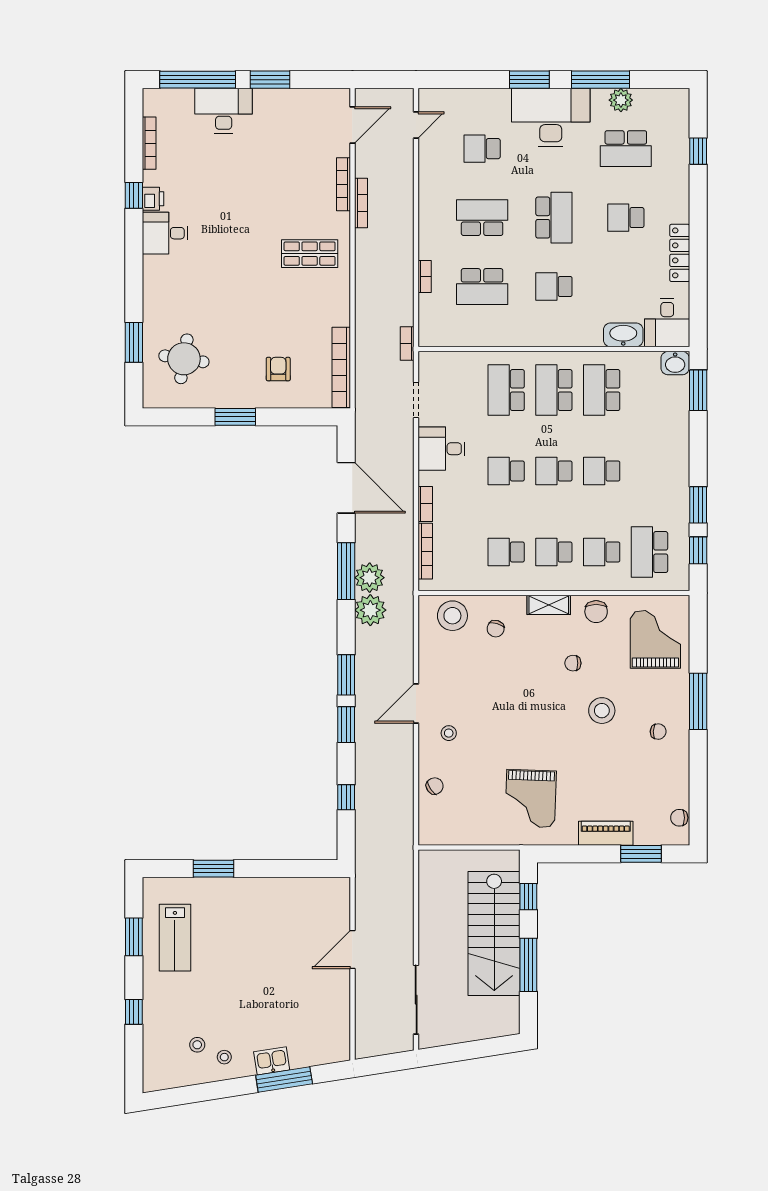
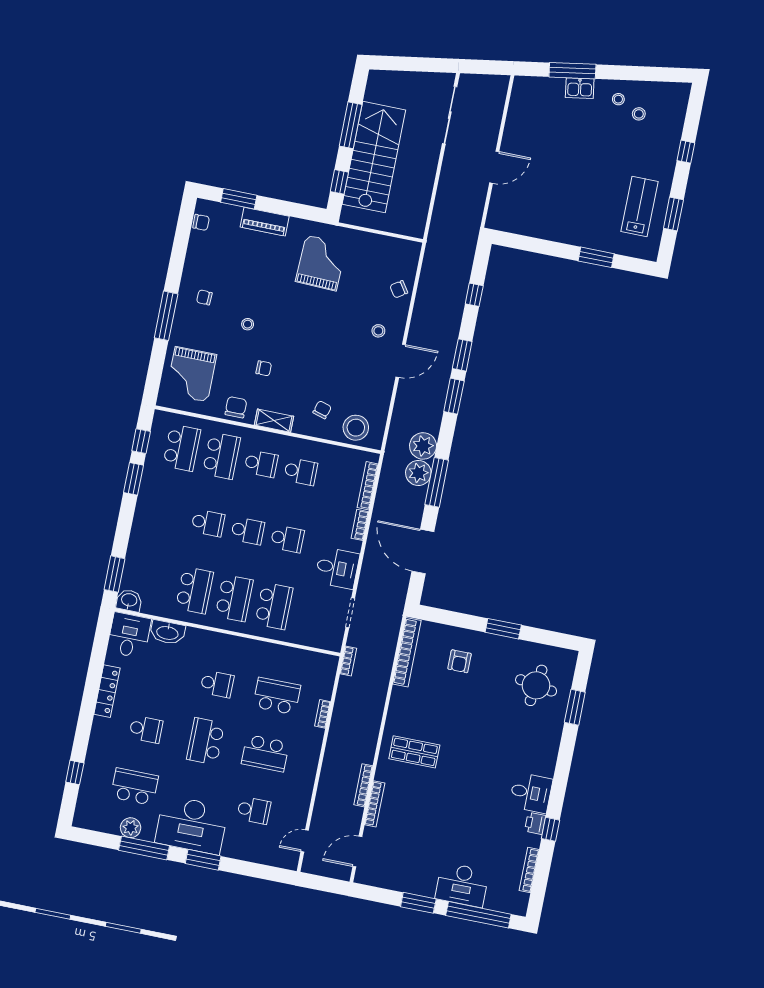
school desk: (602, 552) -> (221, 456), width x1.85
stool: (602, 711) -> (248, 324), width x0.53, depth x0.53

